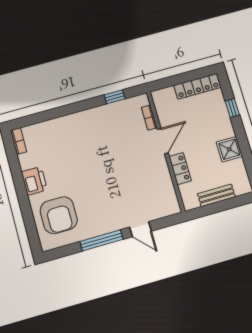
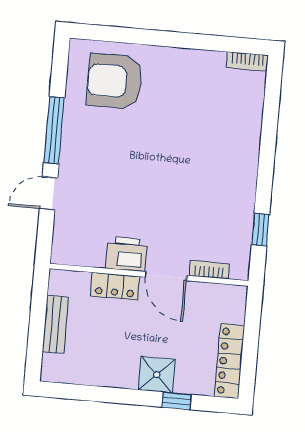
shower: (229, 149) -> (157, 375), moved
printer: (34, 181) -> (126, 254), moved, turned 180

